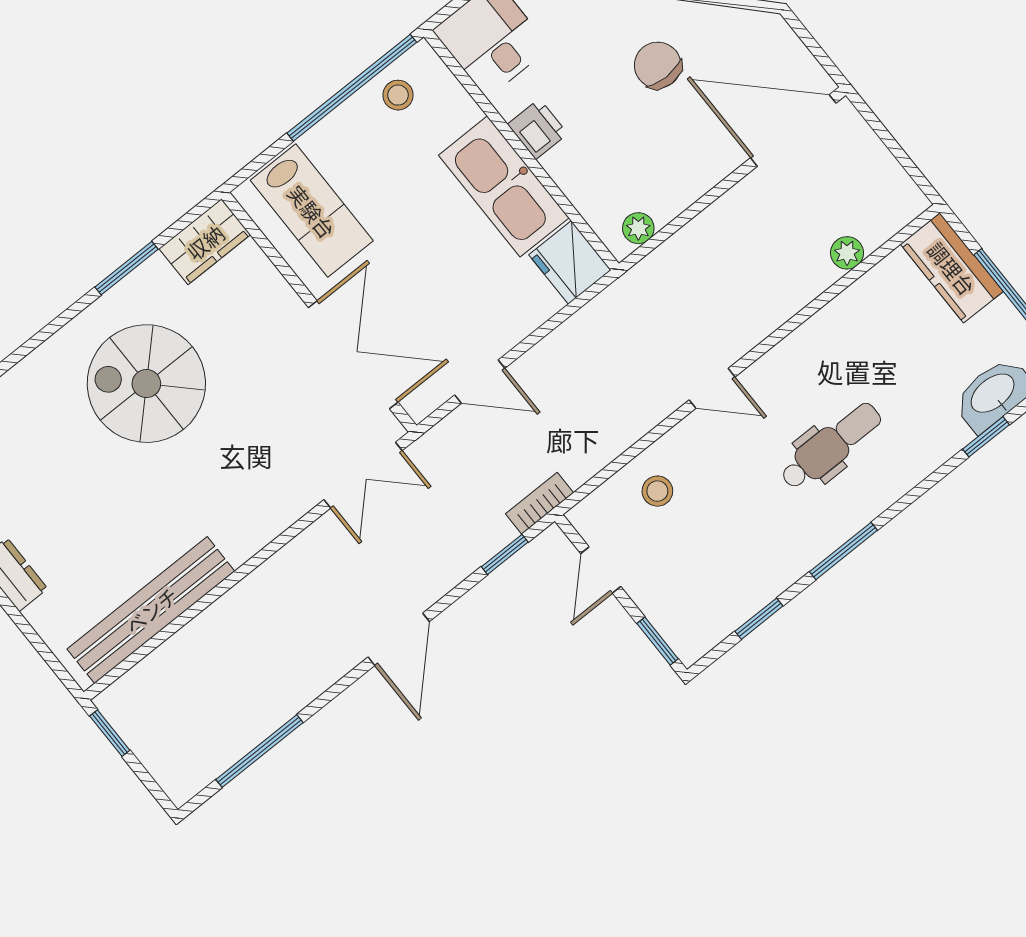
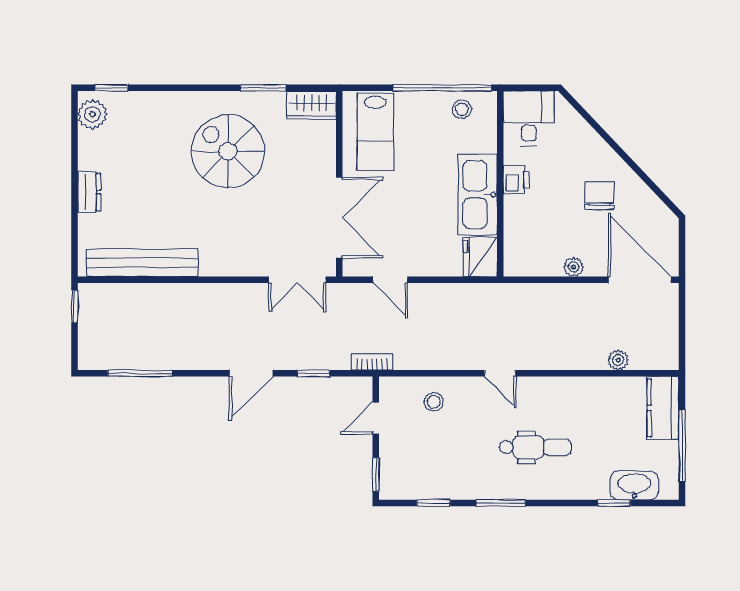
plant: (638, 228) -> (573, 267), moved
window: (505, 554) -> (313, 373), moved

